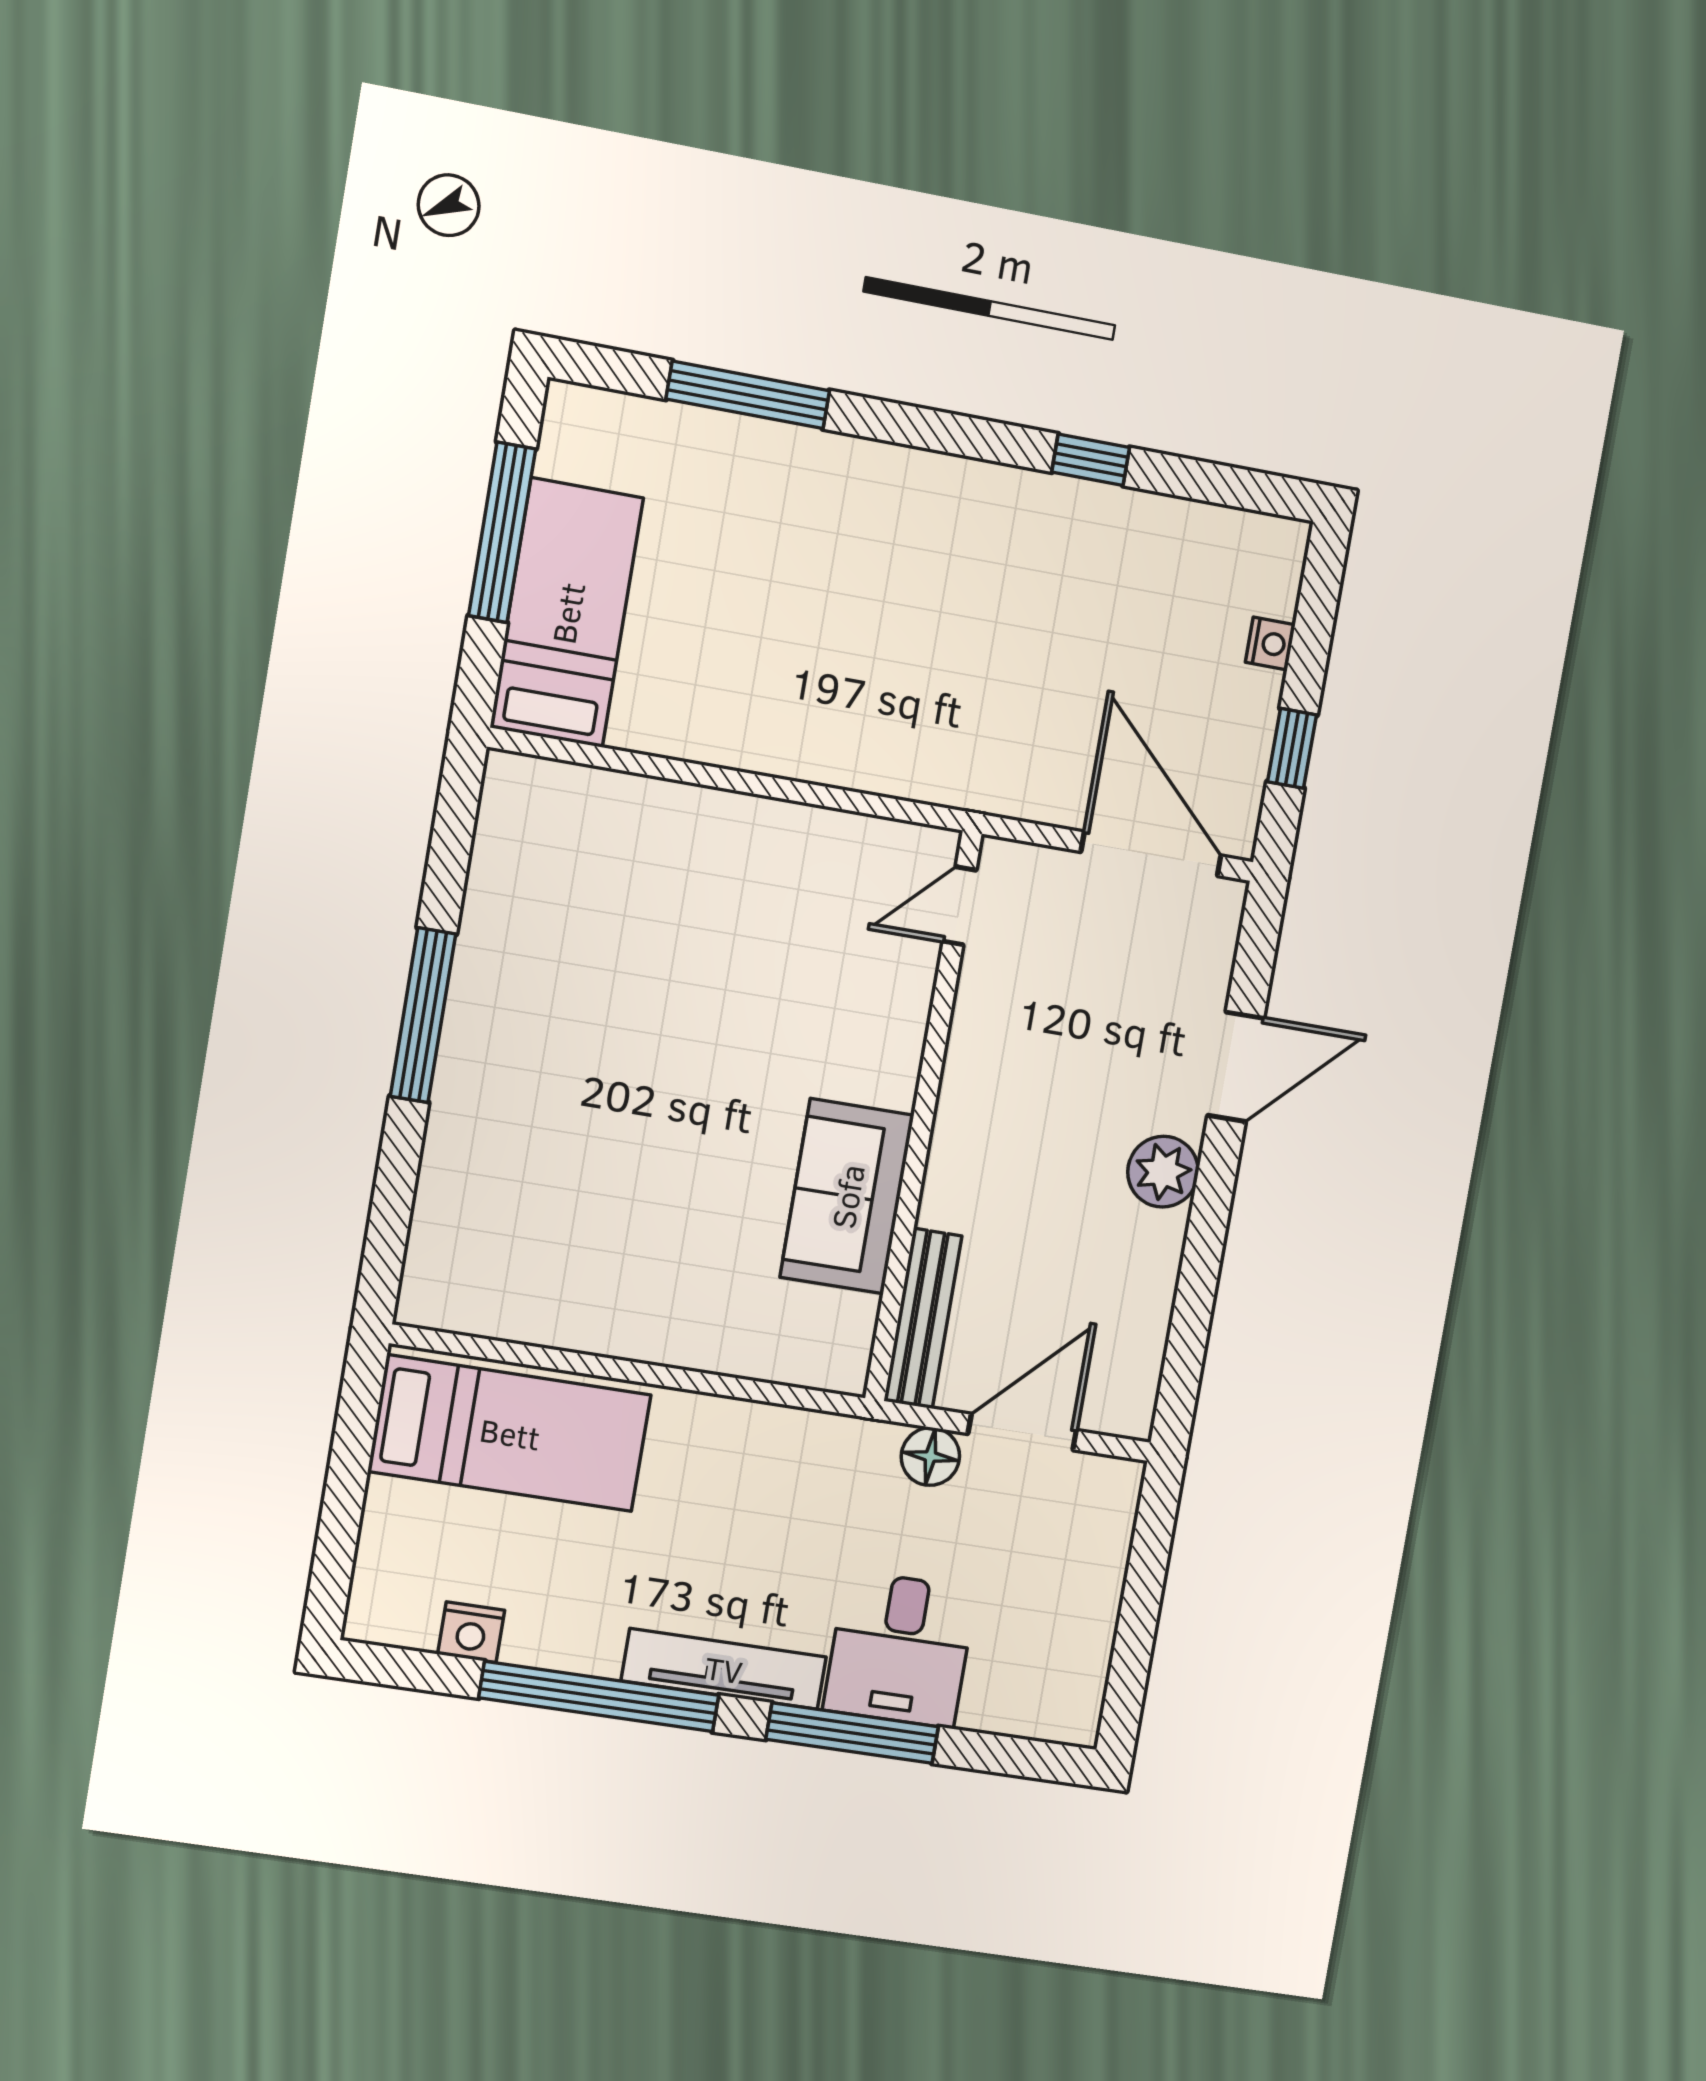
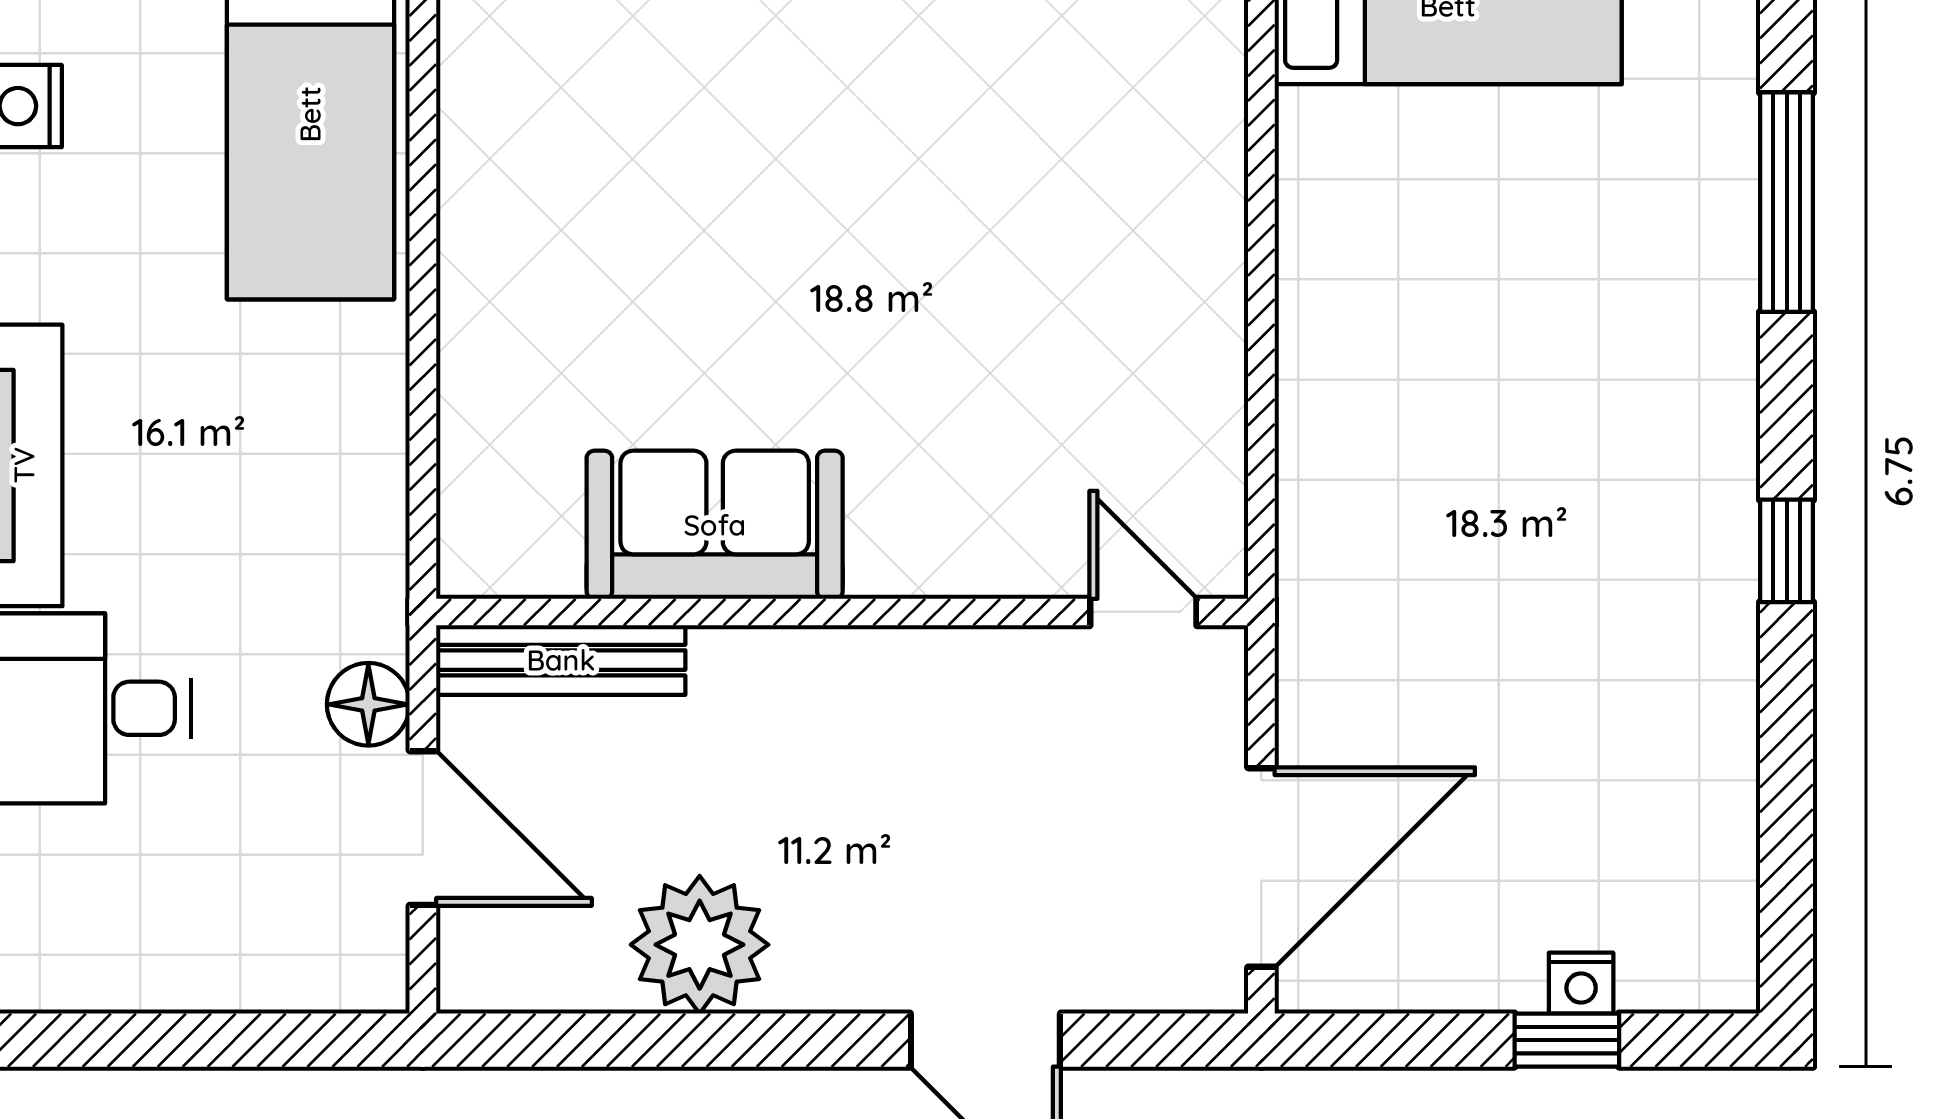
window: (1091, 460) -> (1787, 551), moved
window: (1292, 748) -> (1567, 1040), moved
plant: (1163, 1172) -> (700, 945), moved, width x1.36, depth x1.36

